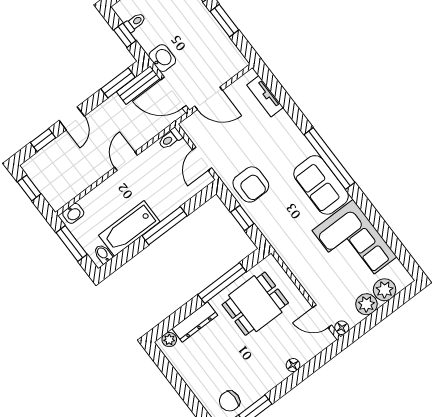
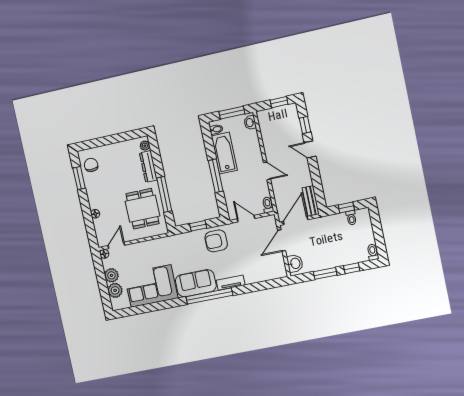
washbasin: (162, 58) -> (295, 263), moved, turned -90
window: (118, 83) -> (318, 189), removed
tv unit: (265, 96) -> (231, 283), moved

